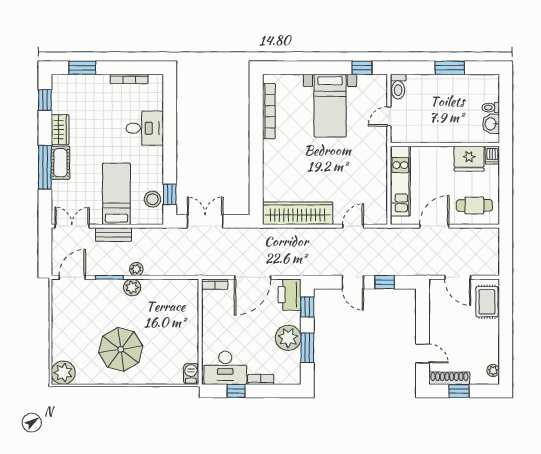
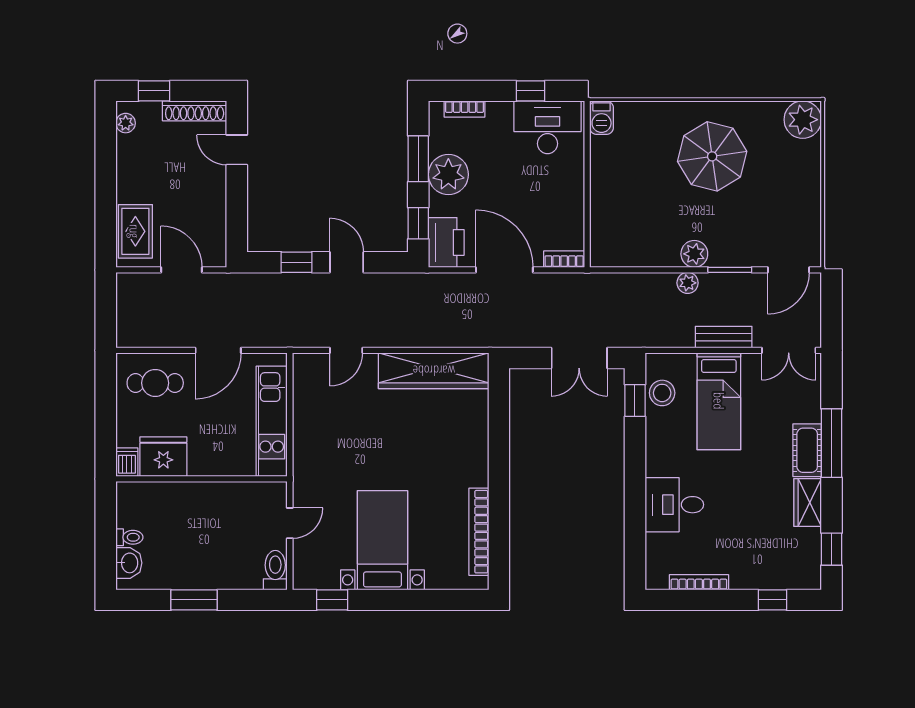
window: (82, 68) -> (773, 600), width x0.67
washbasin: (491, 124) -> (129, 563), moved
door: (253, 277) -> (504, 270), hinge flipped
bookcase: (261, 379) -> (465, 109), moved
window: (459, 391) -> (154, 91), moved

